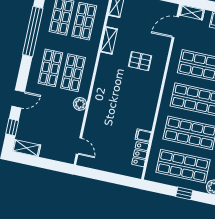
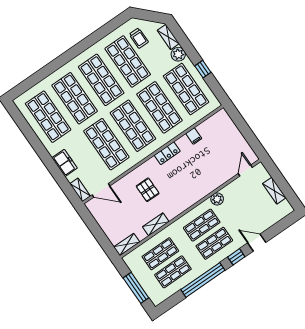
window: (12, 127) -> (236, 257), moved
shelving: (26, 148) -> (274, 191), moved
locker: (140, 154) -> (167, 153), moved

